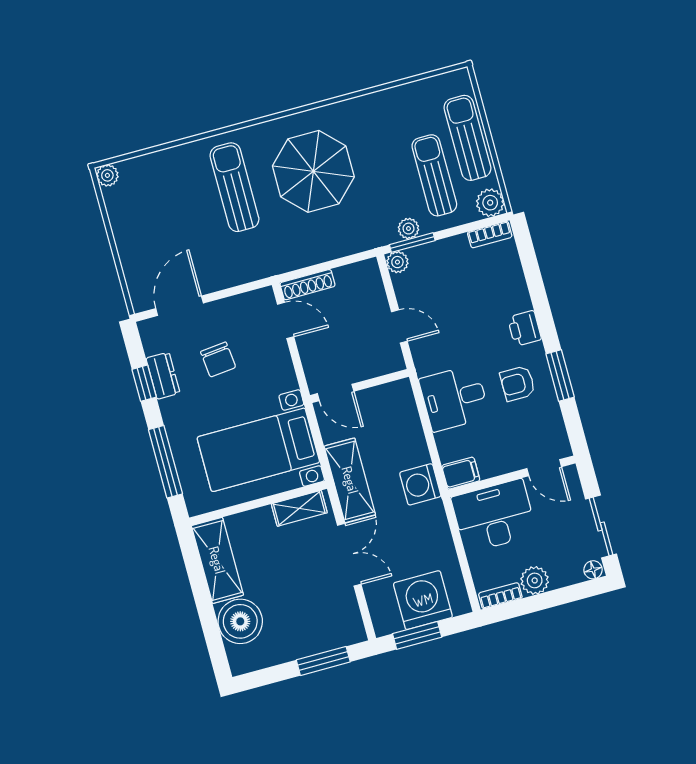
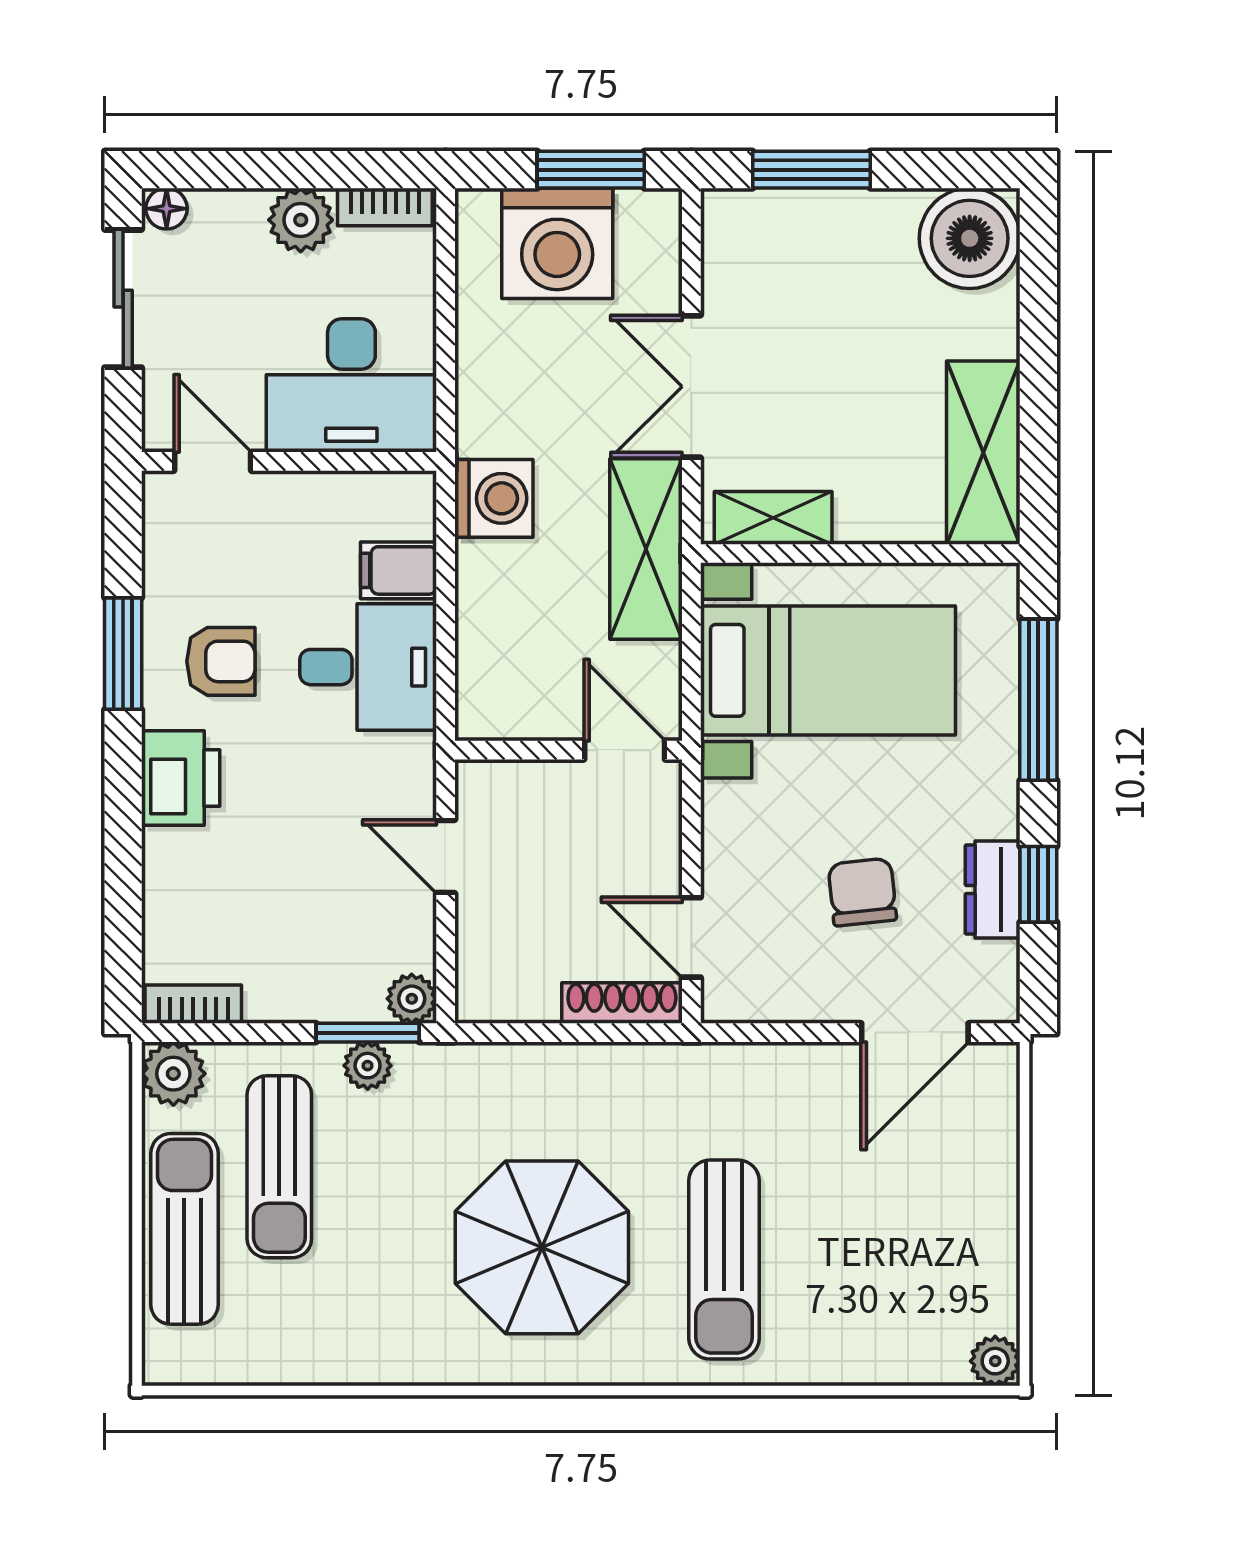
sun lounger: (467, 138) -> (184, 1229), turned 180
printer: (524, 328) -> (181, 778), width x1.36, depth x1.24
filing cabinet: (461, 473) -> (399, 570), moved
boiler: (240, 621) -> (970, 238), moved

